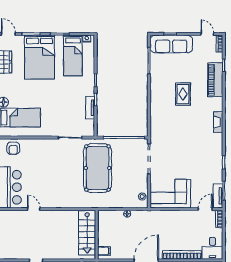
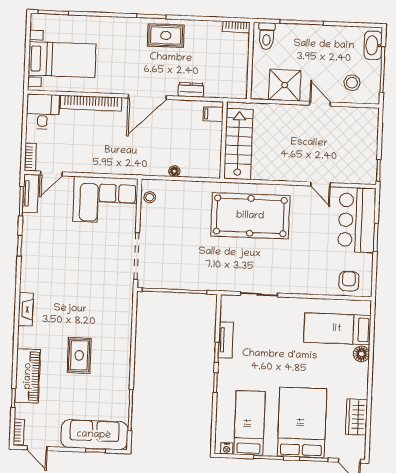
pool table: (97, 168) -> (250, 216), moved, turned 90

